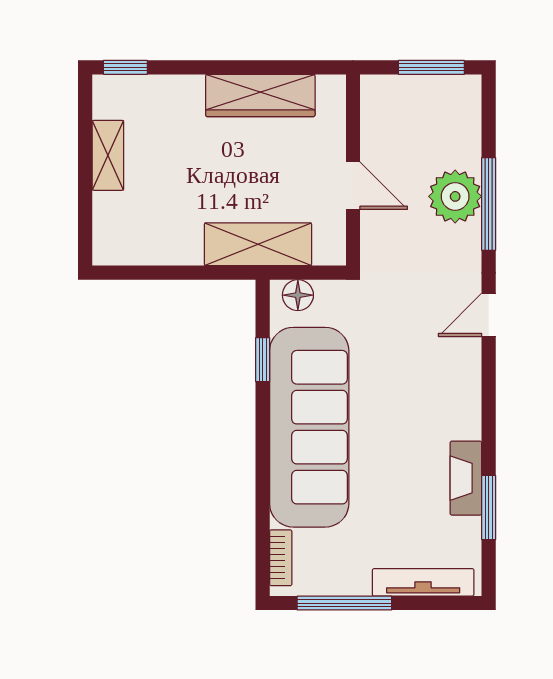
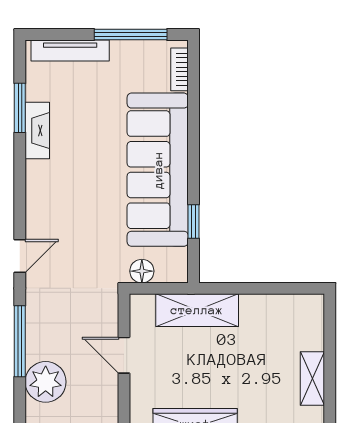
plant: (455, 196) -> (46, 382), moved
floor lamp: (298, 295) -> (142, 271), moved

